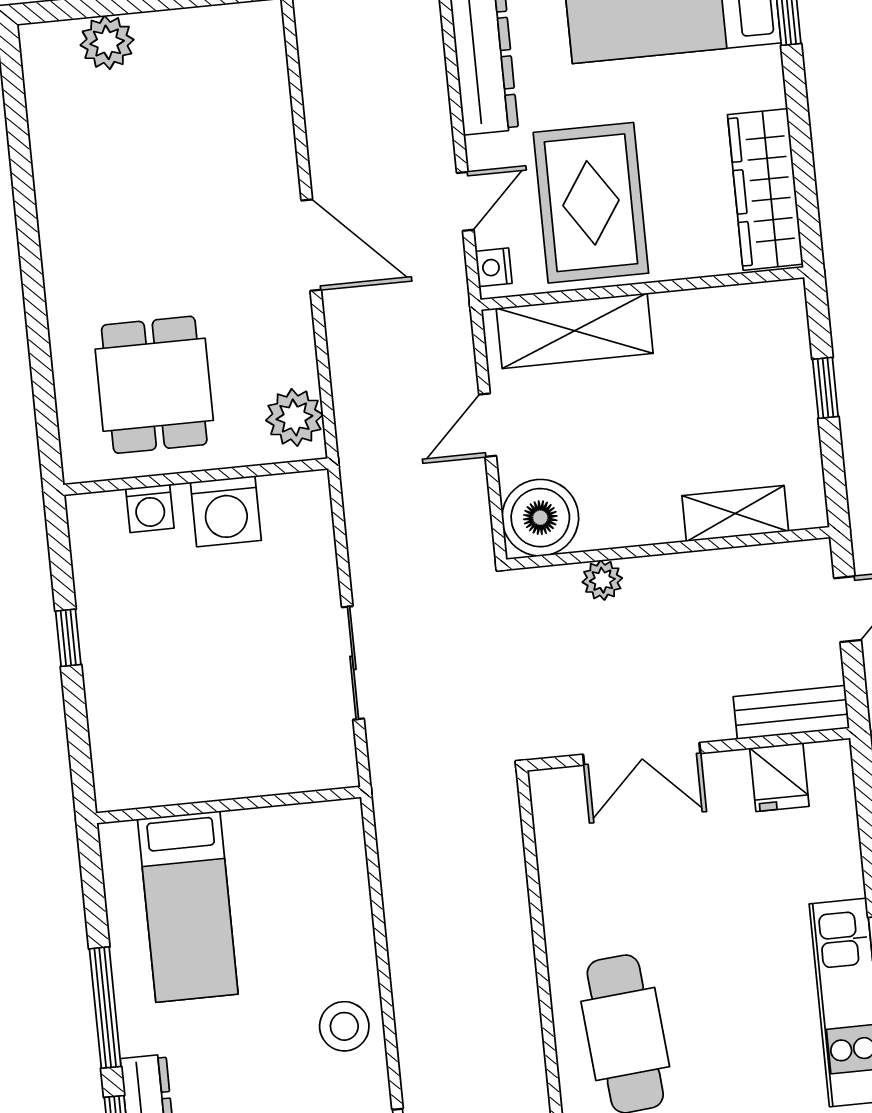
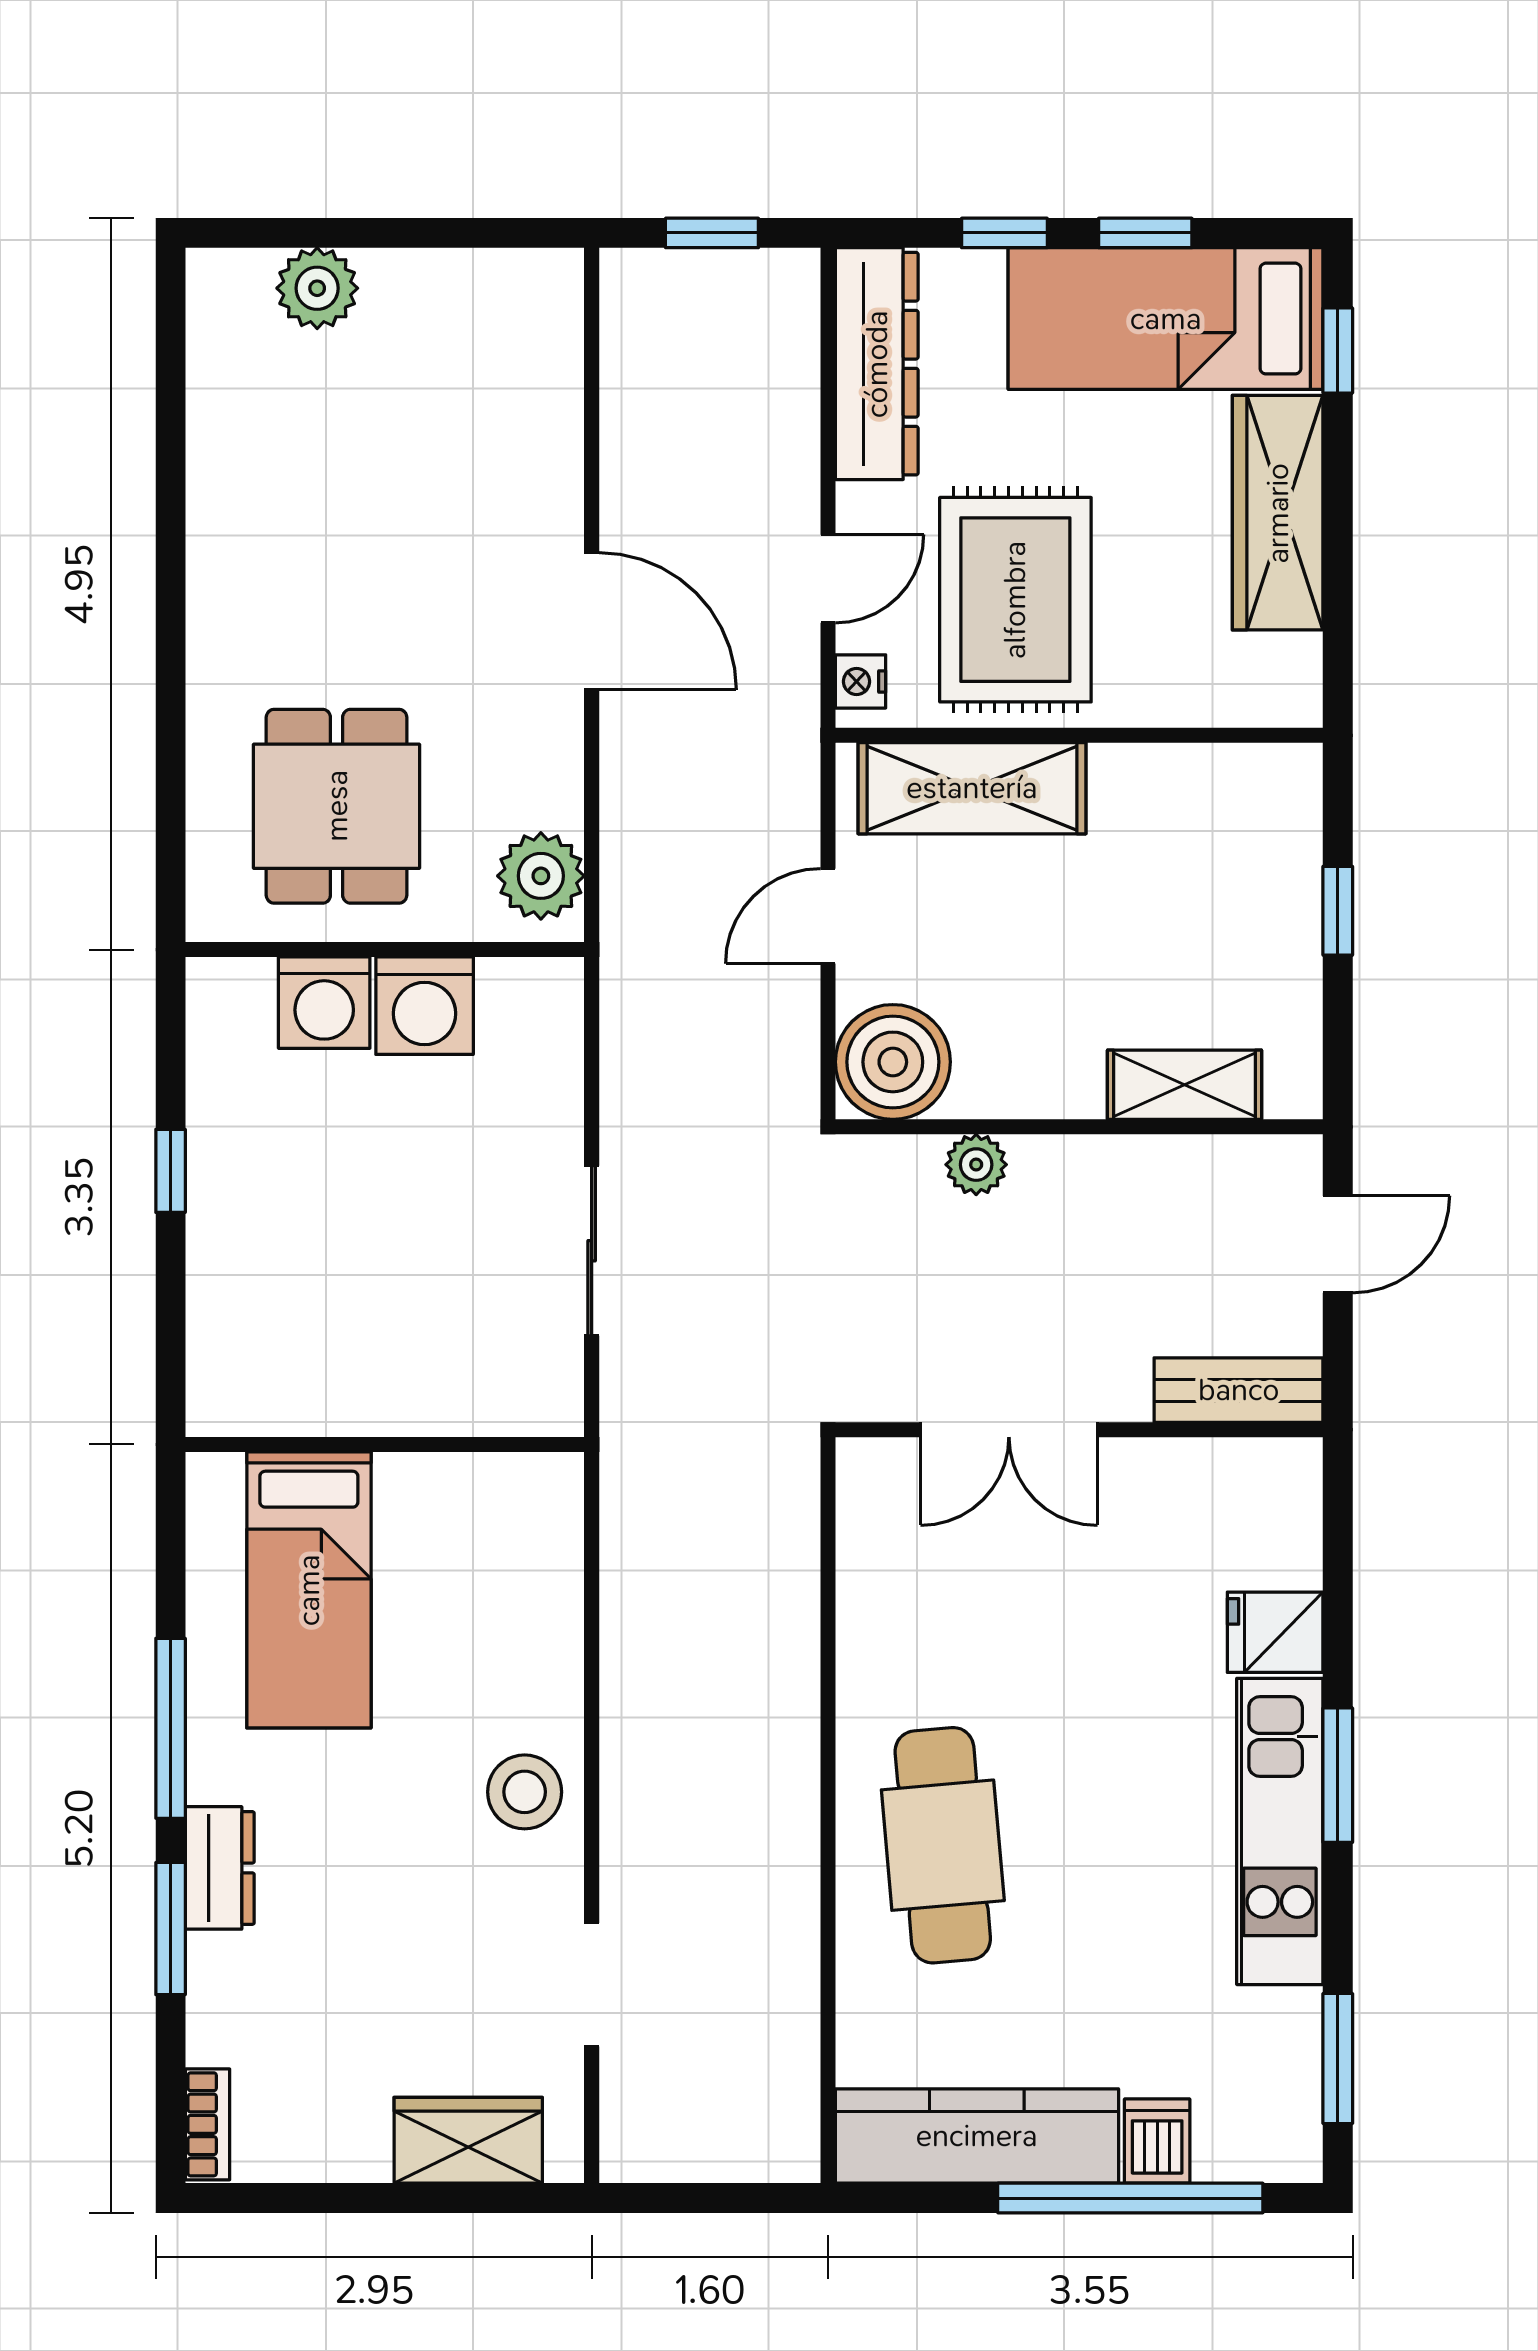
wardrobe: (765, 189) -> (1278, 513), moved
washing machine: (150, 508) -> (324, 1003), width x1.38, depth x1.38
fridge: (779, 777) -> (1275, 1632), moved, turned 90

